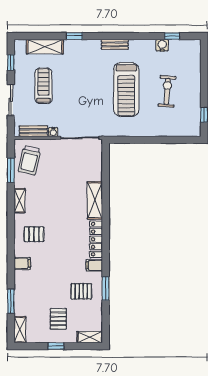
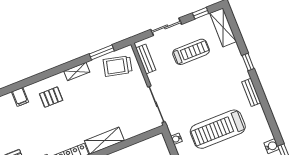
bench: (115, 44) -> (251, 92), moved
shelving: (45, 47) -> (223, 27), moved
water cooler: (53, 132) -> (176, 139), moved
pallet: (34, 234) -> (51, 97), turned 90

